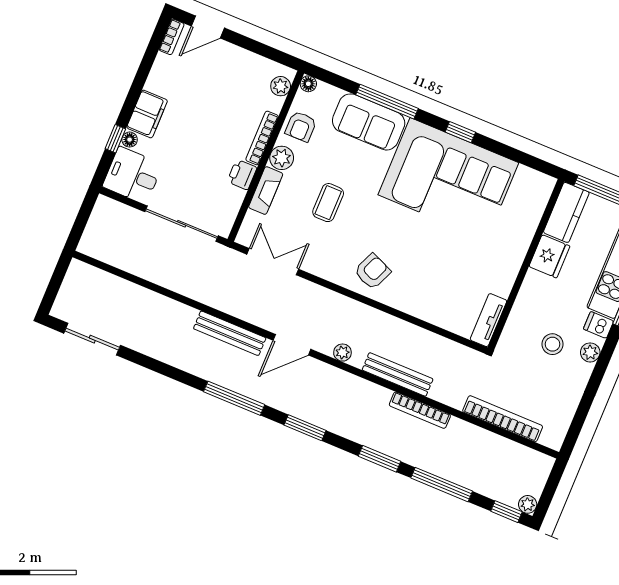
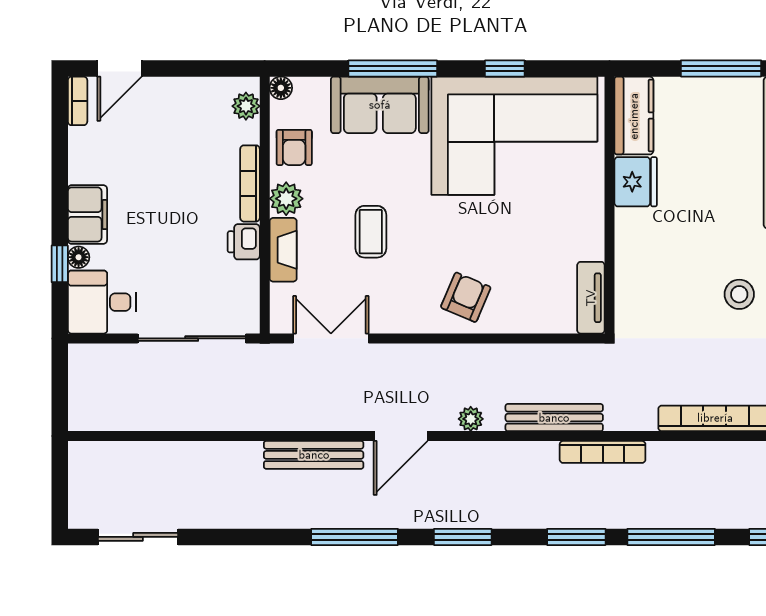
kitchen counter: (566, 212) -> (634, 116), moved
fridge: (549, 256) -> (636, 182), moved
wall: (526, 264) -> (609, 205), moved
tv unit: (488, 320) -> (591, 298), moved

